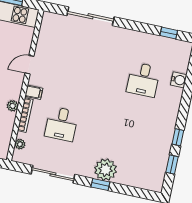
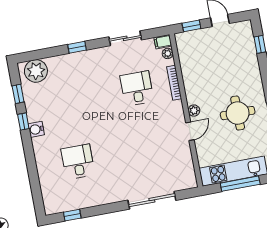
water cooler: (179, 80) -> (36, 129), moved
filing cabinet: (34, 92) -> (163, 42), moved
plant: (13, 106) -> (194, 111), moved
plant: (106, 170) -> (36, 71), moved
sliding door: (53, 174) -> (125, 38), width x0.73

